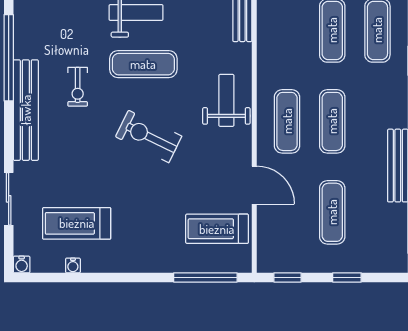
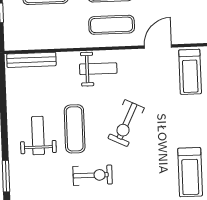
exercise bike: (78, 87) -> (93, 175), width x1.38, depth x1.39
weight bench: (226, 100) -> (98, 69), turned 180

